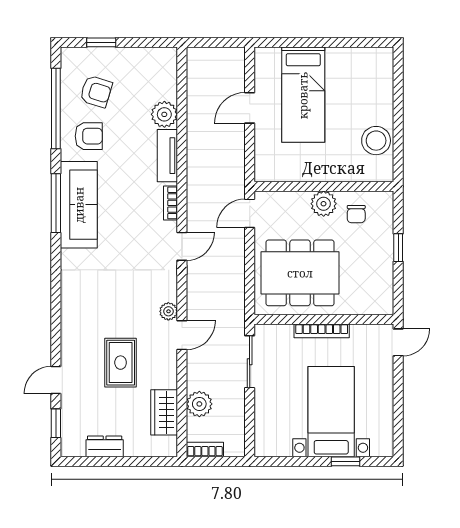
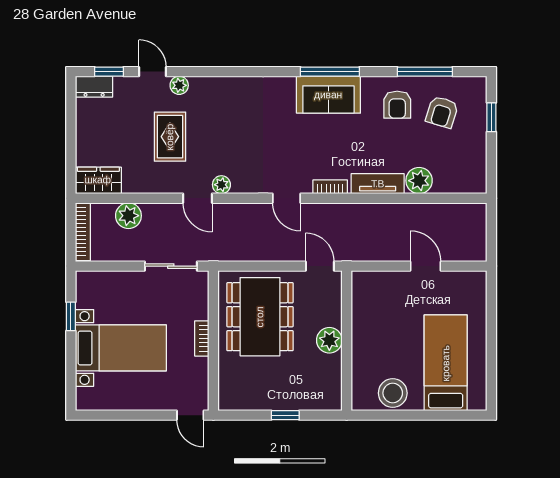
bed: (303, 95) -> (446, 363), moved, turned 90
window: (56, 109) -> (425, 72), width x0.68
sofa: (79, 205) -> (328, 95), width x0.73
chair: (356, 214) -> (319, 373), removed
bookcase: (322, 331) -> (202, 338), width x0.64
plant: (69, 353) -> (179, 85), added
rug: (121, 363) -> (170, 137), turned 90
wardrobe: (164, 412) -> (98, 180), moved
dresser: (105, 446) -> (94, 87), moved, turned 90
bookcase: (205, 449) -> (83, 232), width x1.56
window: (346, 461) -> (71, 316), moved

